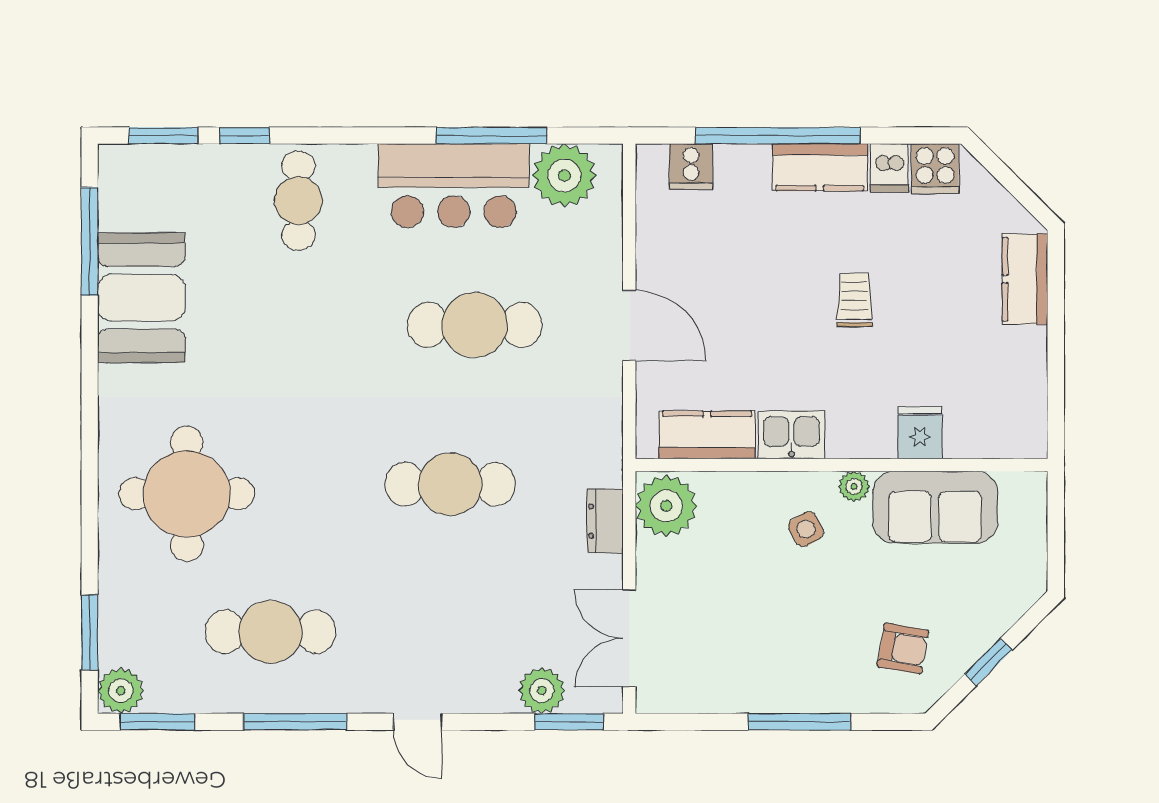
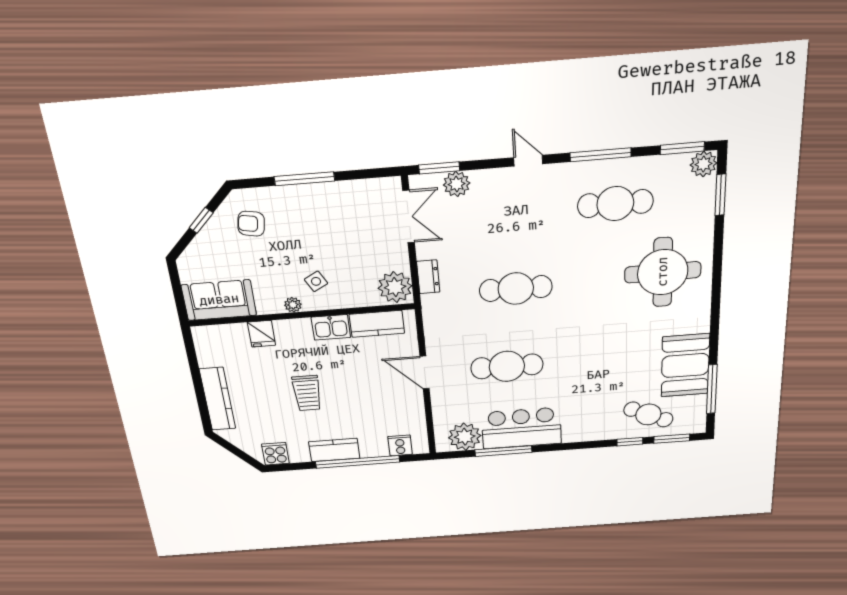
dishwasher: (889, 168) -> (299, 452), removed
cafe table: (298, 201) -> (648, 414), moved, turned -65
kitchen counter: (1025, 279) -> (218, 399), width x1.50
trolley: (855, 300) -> (307, 393), width x1.36, depth x1.39
sofa: (935, 507) -> (219, 300), moved

